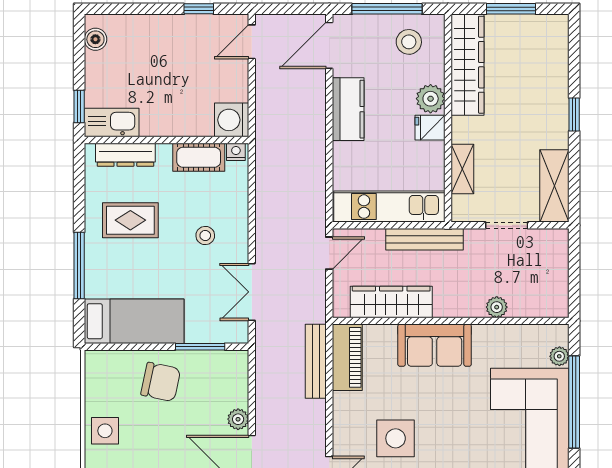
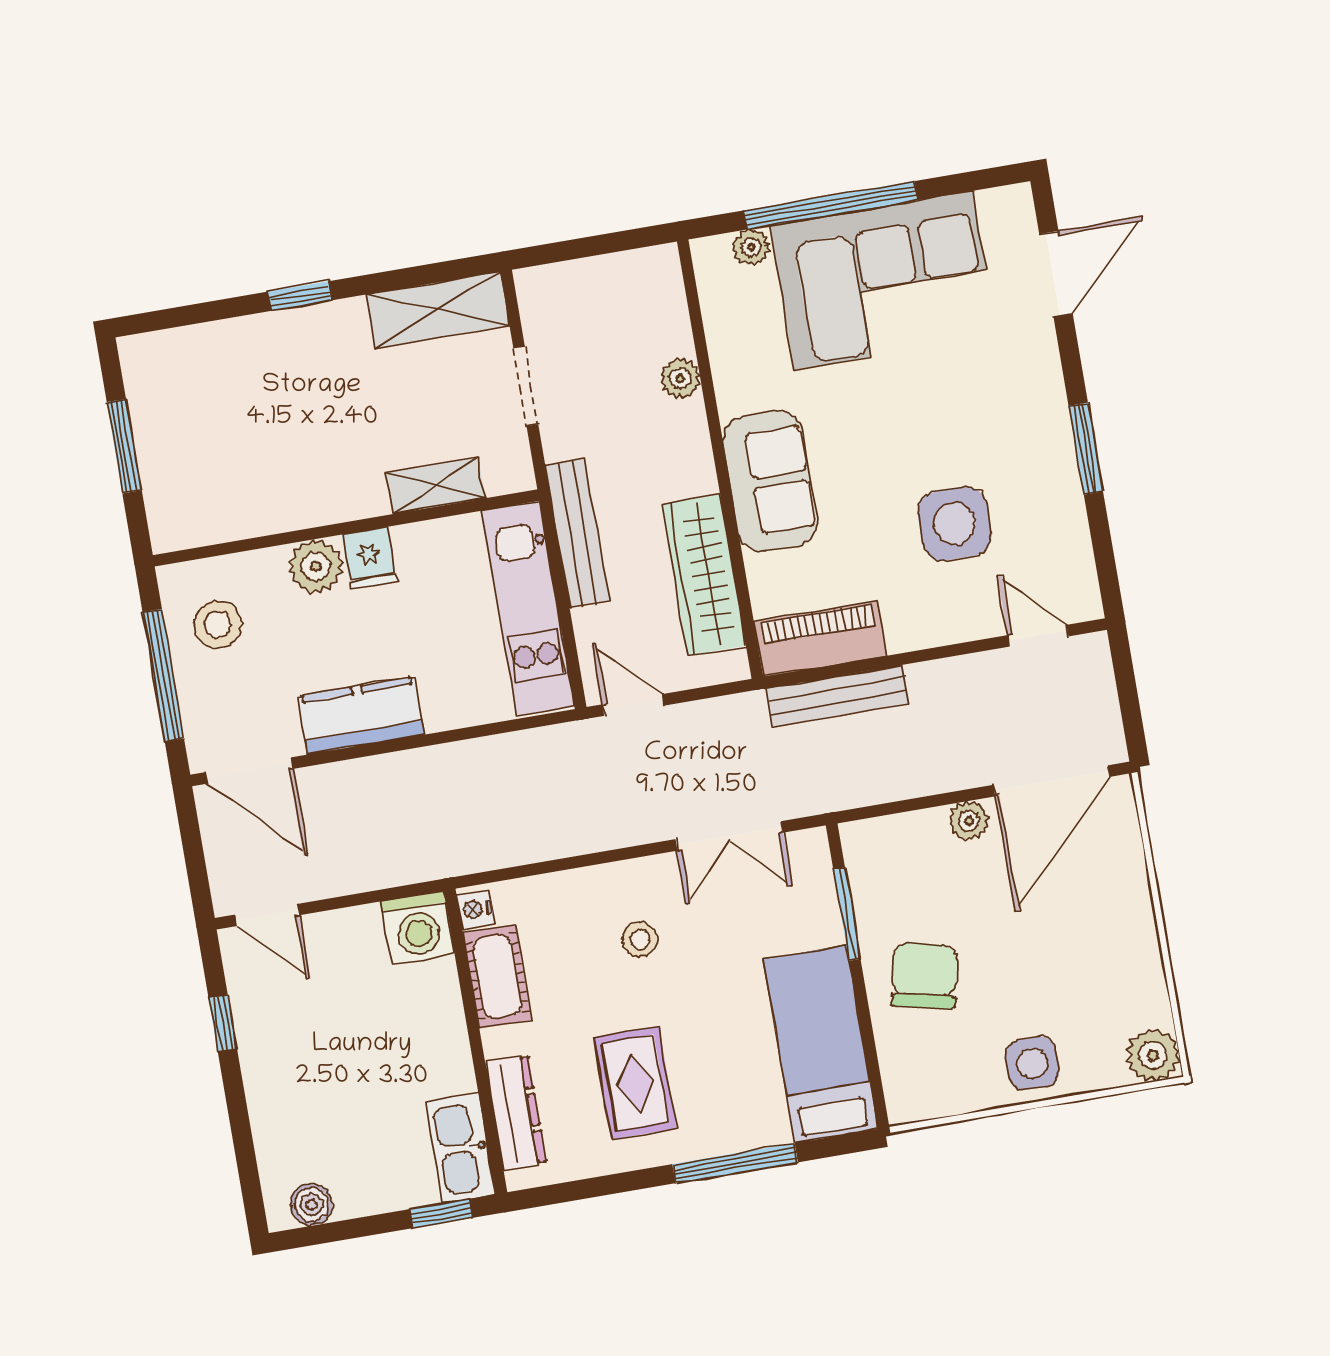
wardrobe: (468, 65) -> (241, 509), removed

